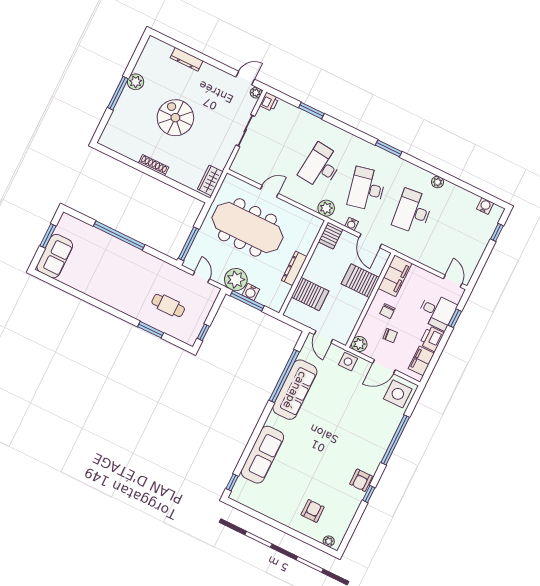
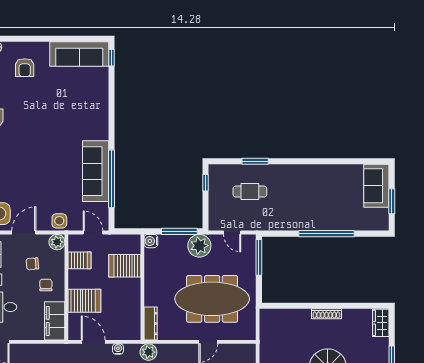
wardrobe: (210, 180) -> (381, 323), moved, turned 180
server rack: (331, 236) -> (80, 260), moved, turned 90
dresser: (294, 268) -> (151, 324), moved
water cooler: (251, 292) -> (151, 241), moved, turned -90
sofa: (262, 455) -> (79, 54), moved, turned -90

